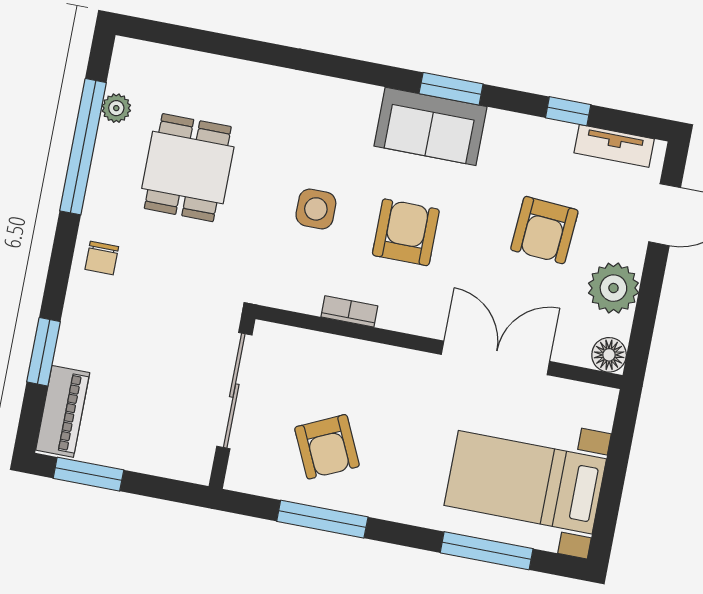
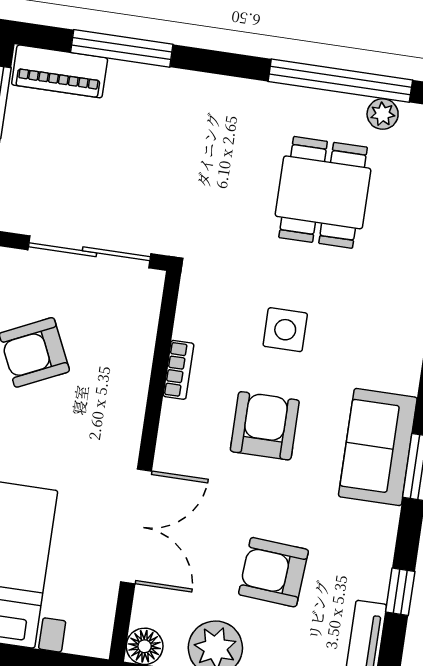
dining table: (188, 168) -> (323, 192), turned 90
armchair: (406, 232) -> (265, 426), turned -90
chair: (102, 258) -> (223, 106), removed
window: (44, 352) -> (122, 48), width x1.44

